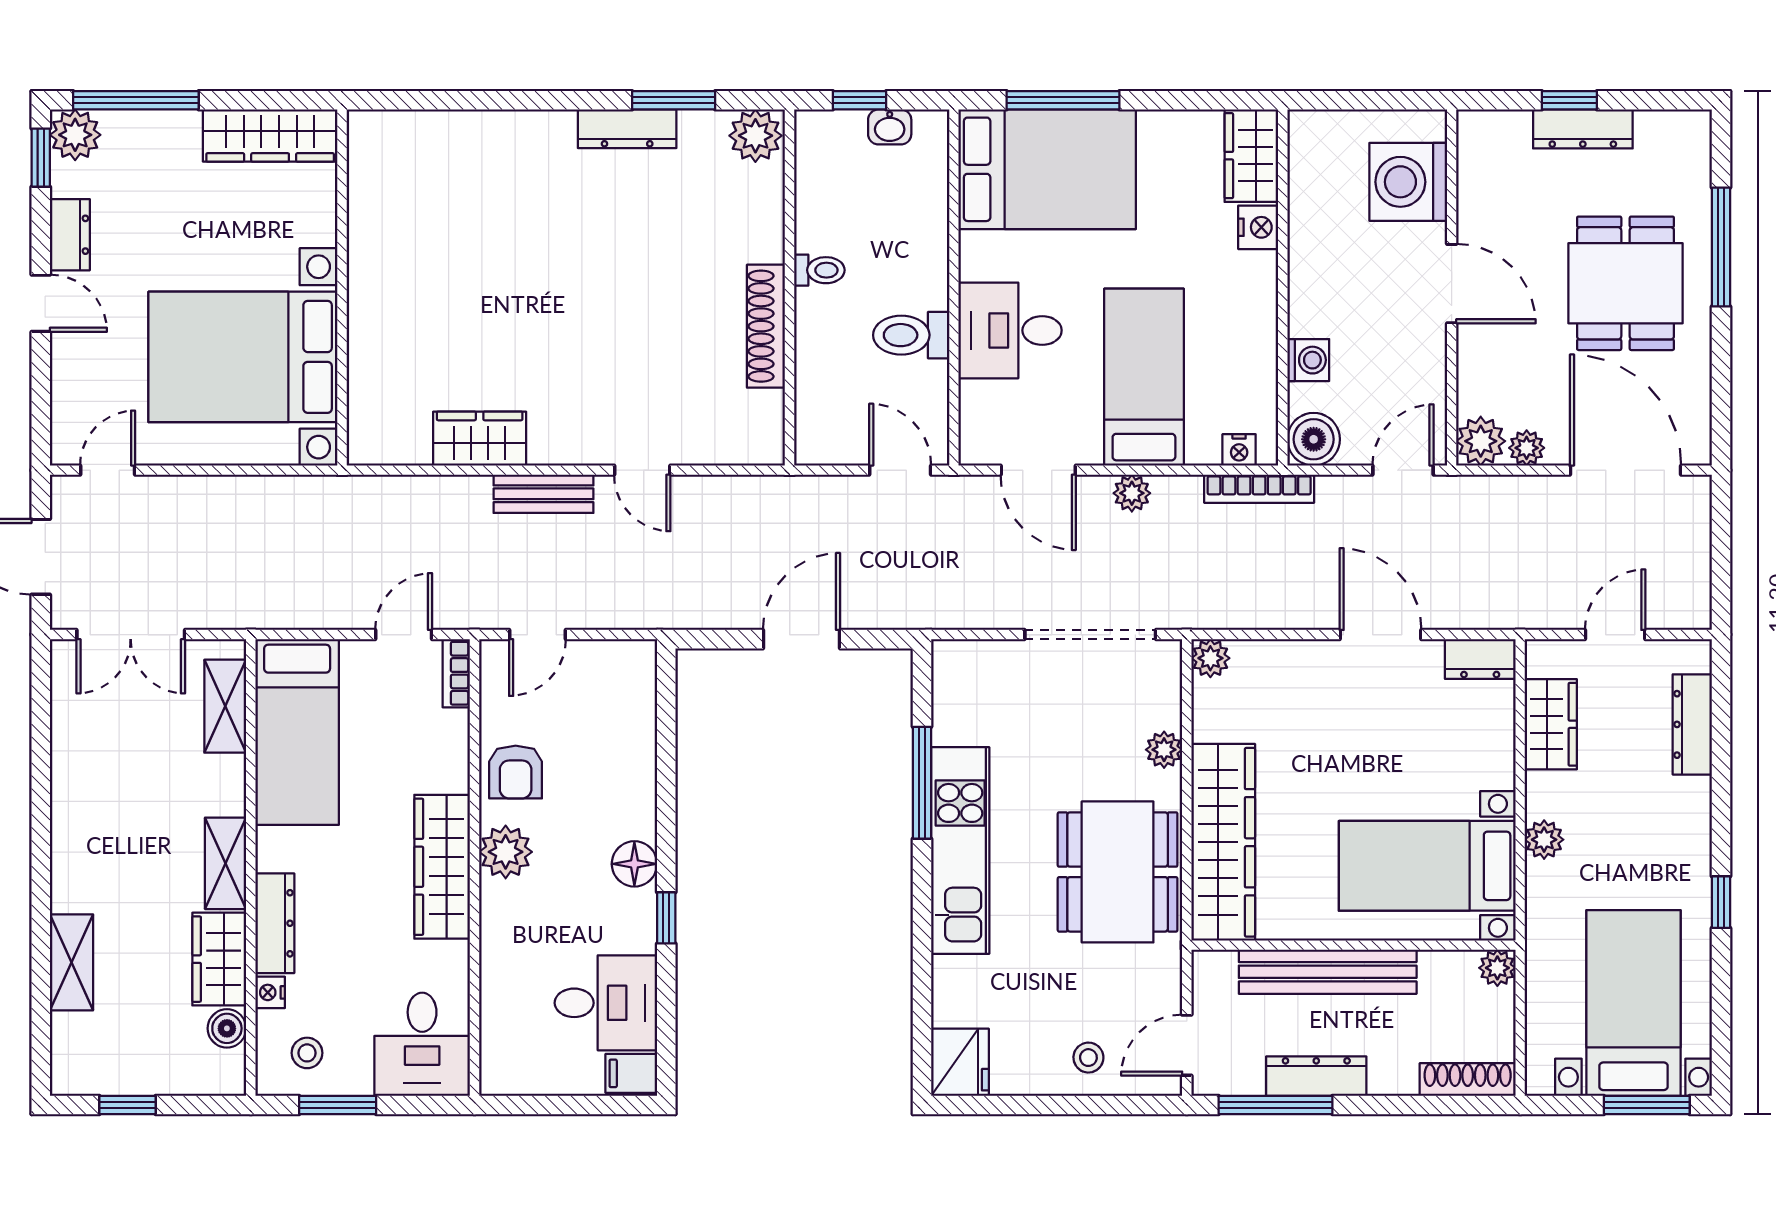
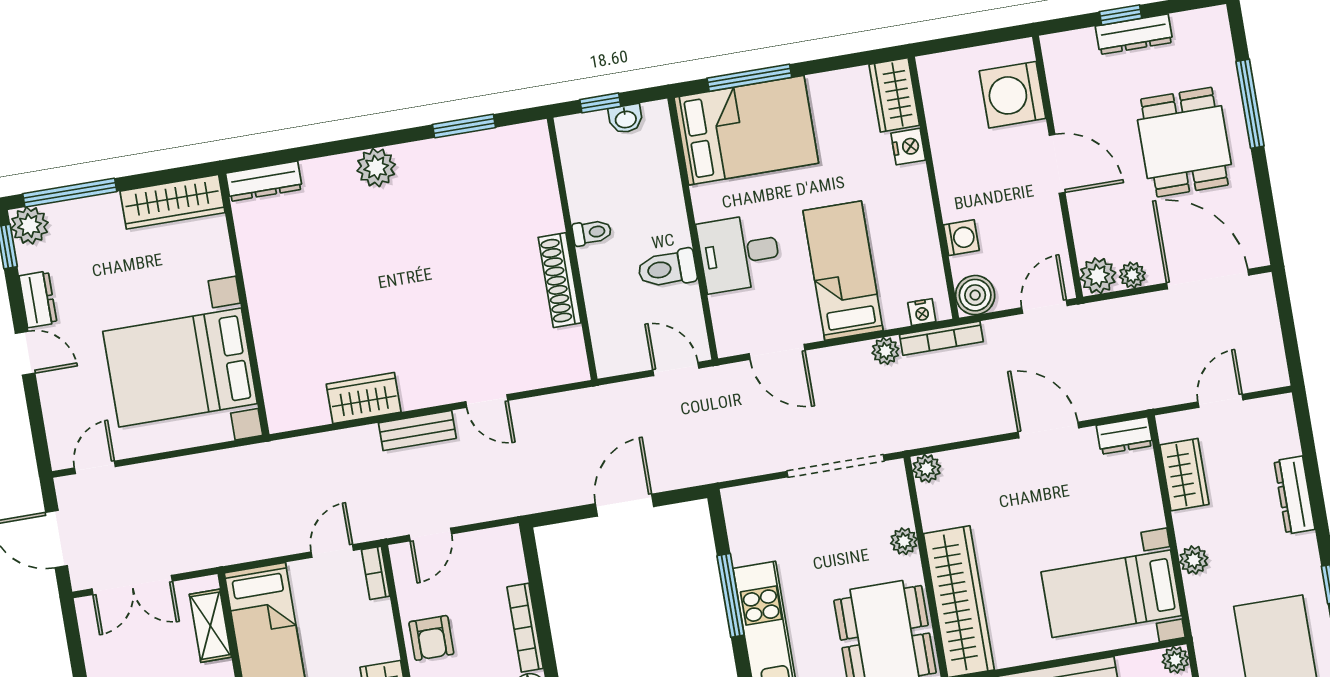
dresser: (627, 129) -> (264, 181), moved
plant: (755, 136) -> (376, 168), moved
plant: (1132, 493) -> (885, 351), moved
dresser: (1692, 724) -> (1294, 495), moved
bookcase: (642, 779) -> (525, 628), added

